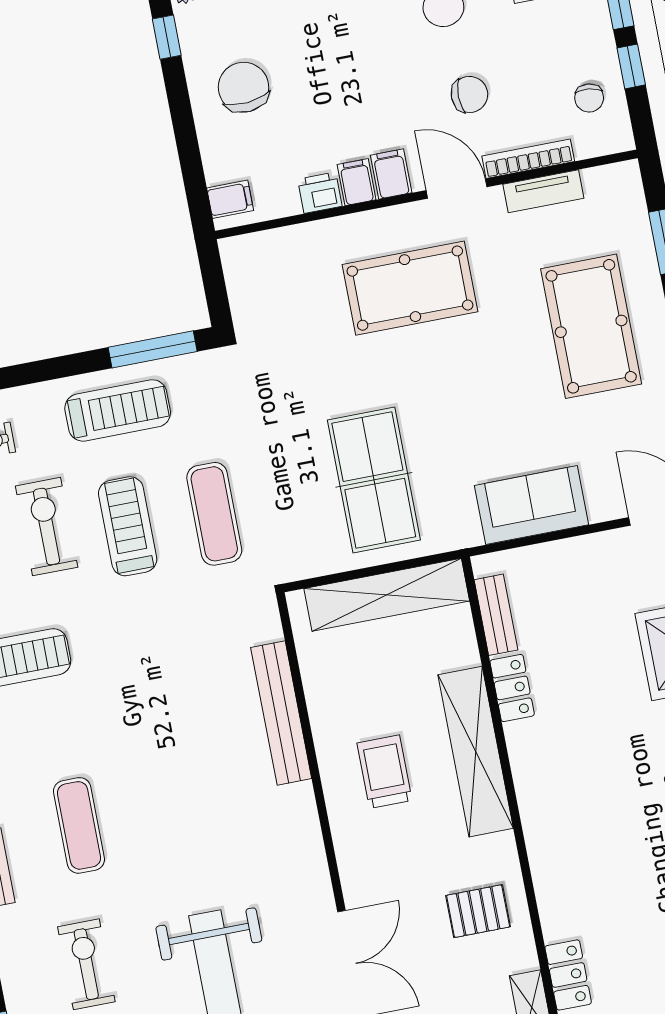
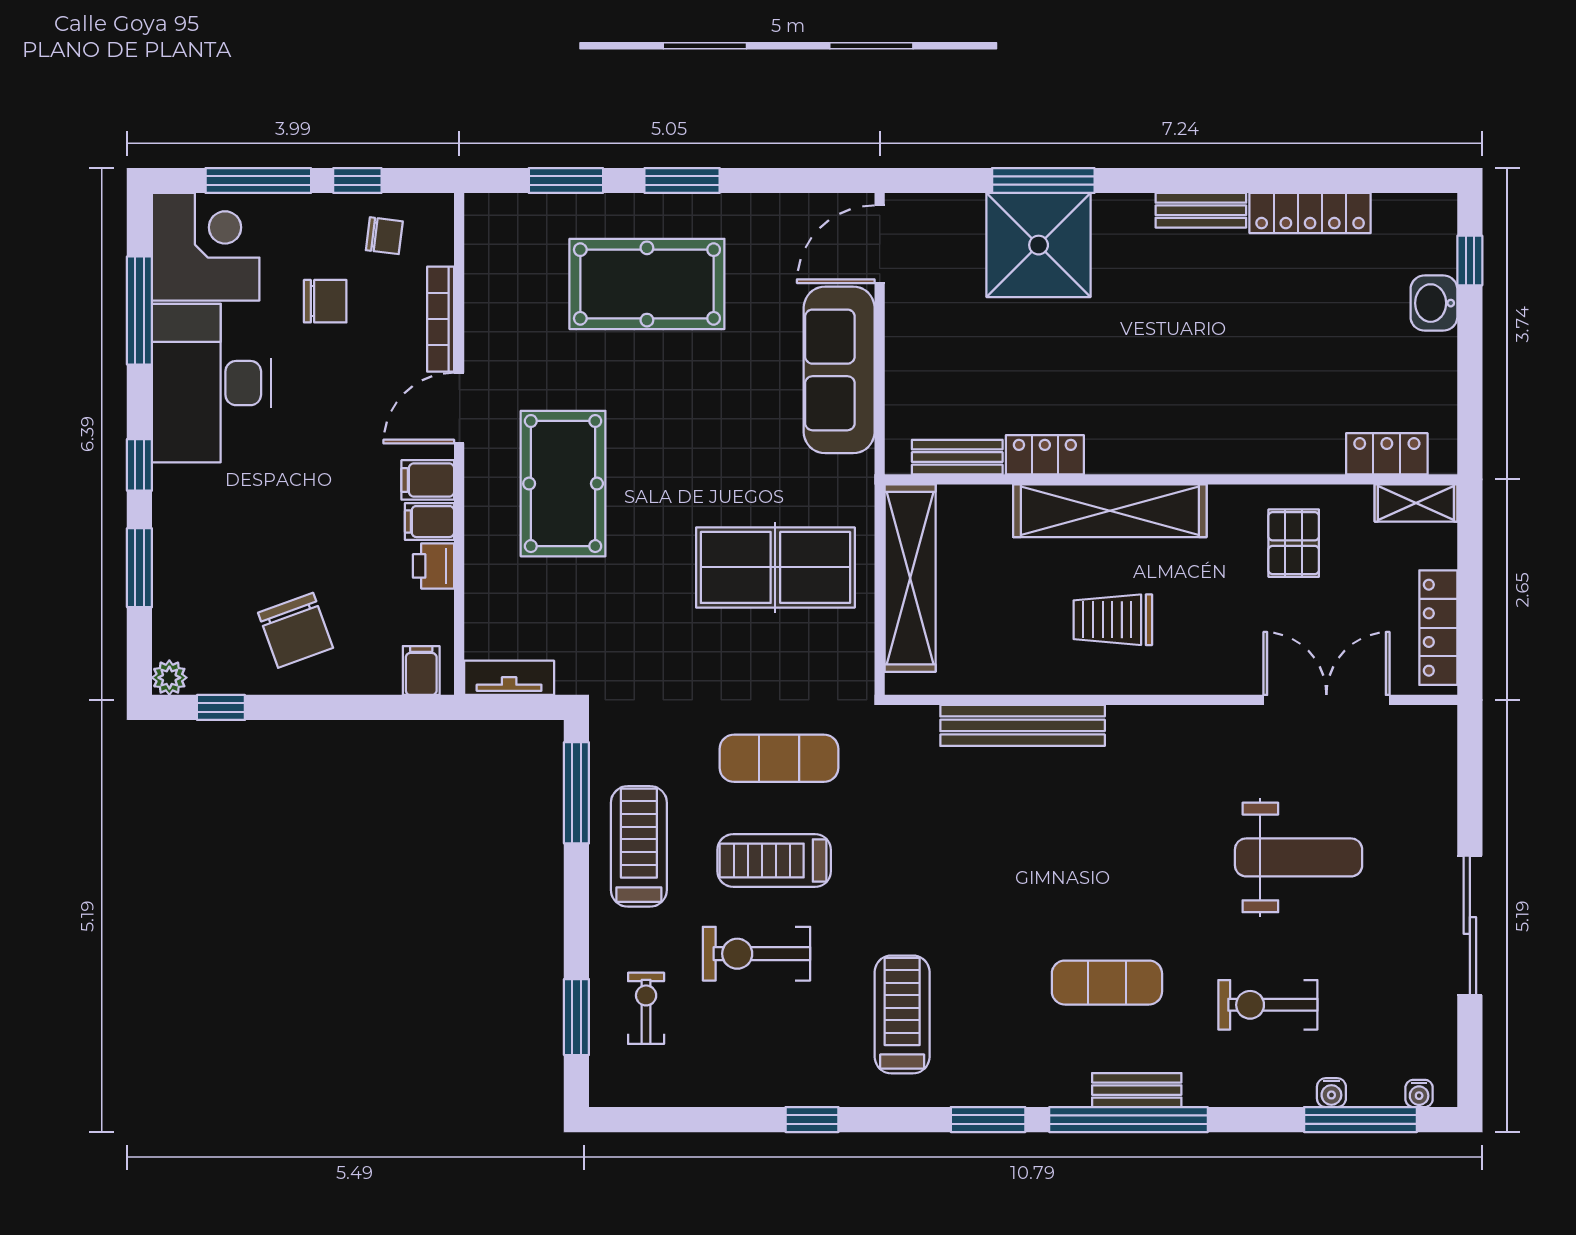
chair: (244, 87) -> (296, 630), turned -105
chair: (469, 94) -> (325, 301), moved, turned 90
tv unit: (543, 191) -> (509, 678), moved, turned -90
sofa: (531, 505) -> (839, 370), width x1.36

